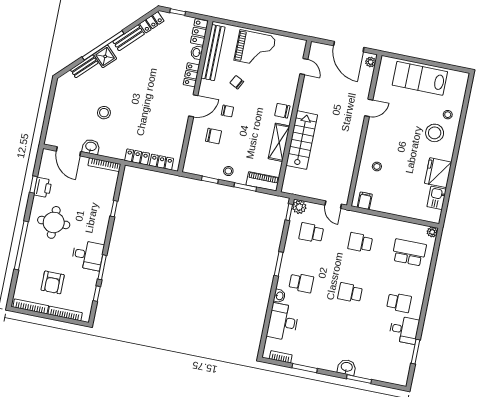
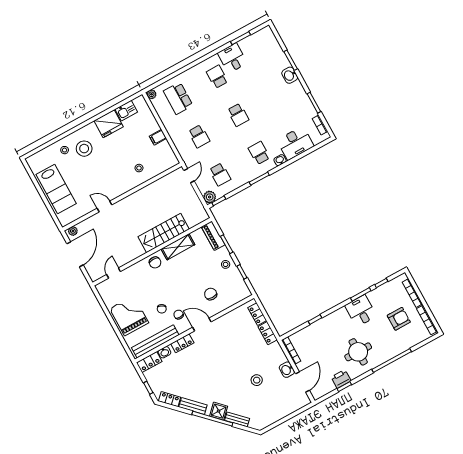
chair: (227, 111) -> (179, 315), moved
filing cabinet: (365, 201) -> (158, 137), moved

